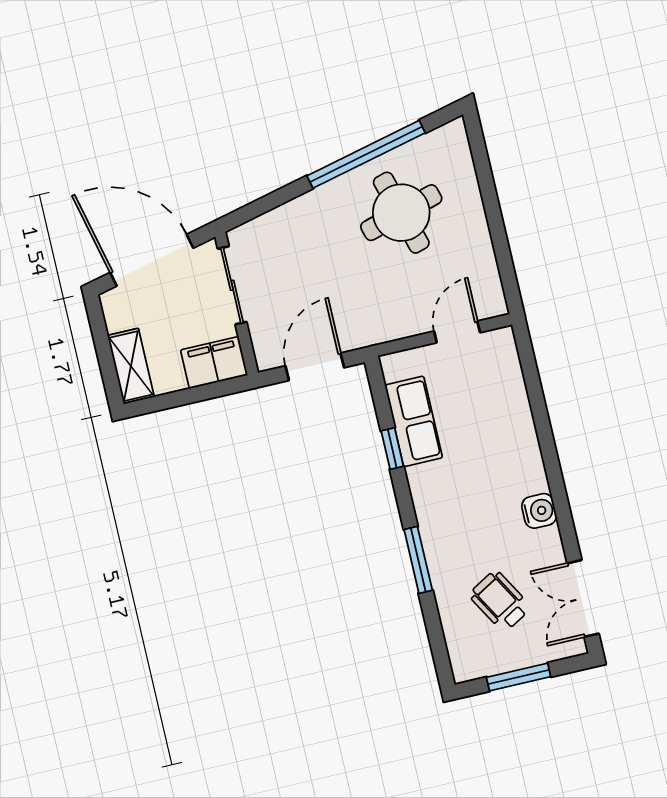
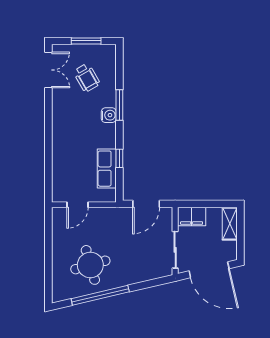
water cooler: (539, 511) -> (109, 115), moved, turned 180

